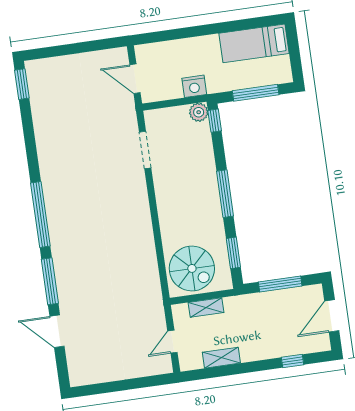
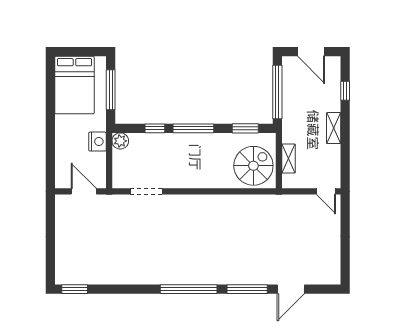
bed: (254, 43) -> (74, 85), width x1.50
door: (135, 79) -> (84, 191), swing flipped
window: (215, 121) -> (155, 128), moved
window: (280, 284) -> (277, 92), width x1.46
door: (172, 342) -> (326, 191), moved
shelving: (221, 358) -> (334, 128), moved

